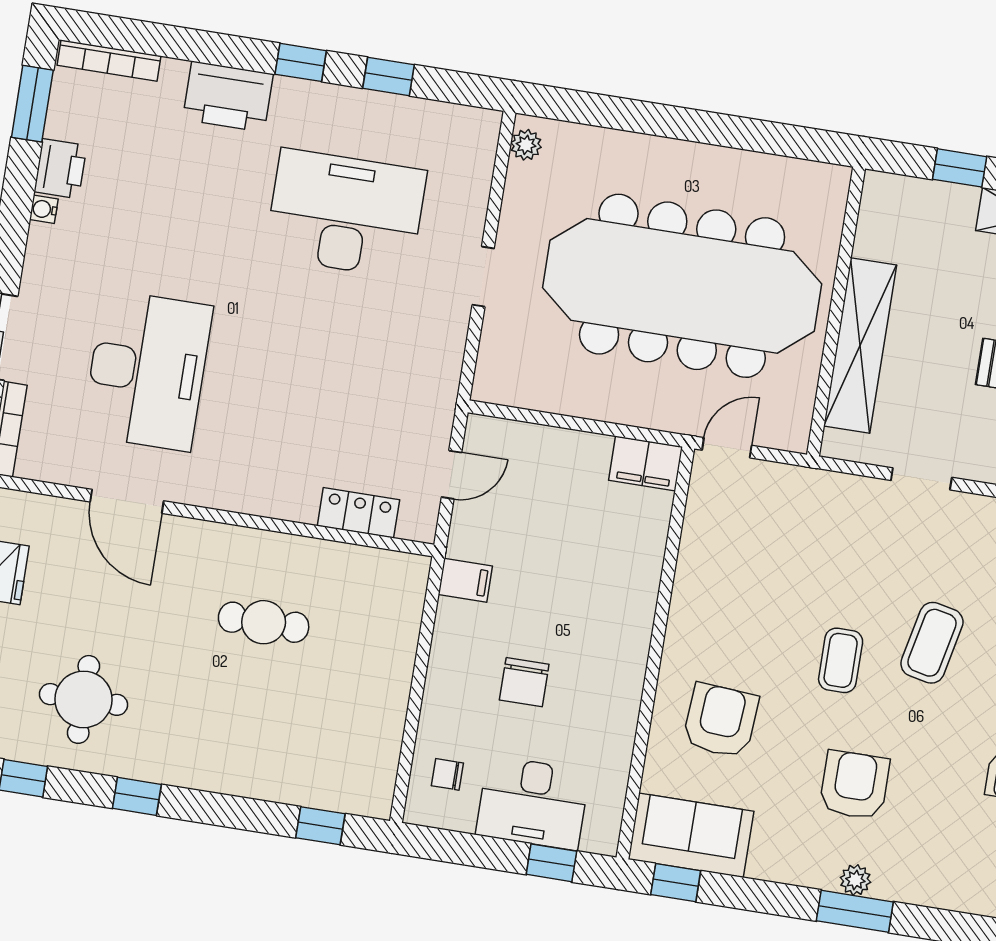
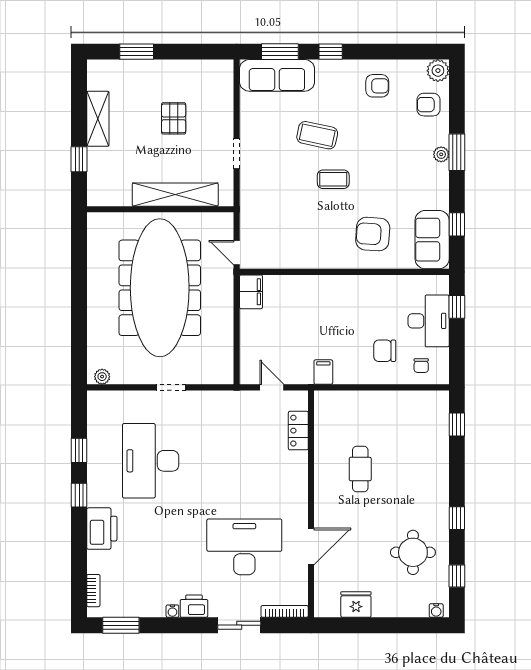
bookcase: (109, 61) -> (93, 591), width x0.64
printer: (60, 169) -> (194, 606), moved
chair: (524, 682) -> (385, 351), moved, turned 180
armchair: (854, 785) -> (429, 105), moved, width x0.72, depth x0.72
window: (676, 883) -> (457, 224), moved

